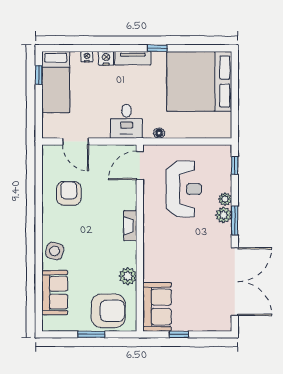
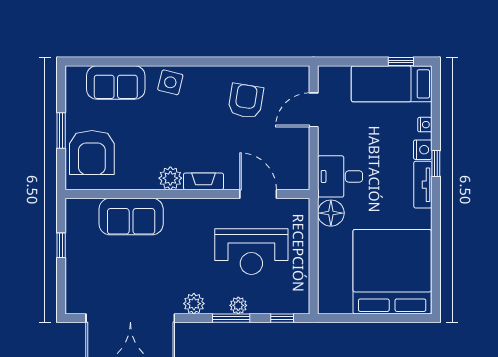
window: (157, 48) -> (436, 164), moved
floor lamp: (159, 133) -> (331, 213), width x1.89, depth x1.89
door: (140, 166) -> (258, 194), moved
armchair: (69, 193) -> (246, 101), turned -81
plant: (224, 215) -> (194, 304), moved
window: (235, 221) -> (231, 318), moved
plant: (128, 276) -> (170, 178), moved
sofa: (157, 307) -> (131, 216), moved

